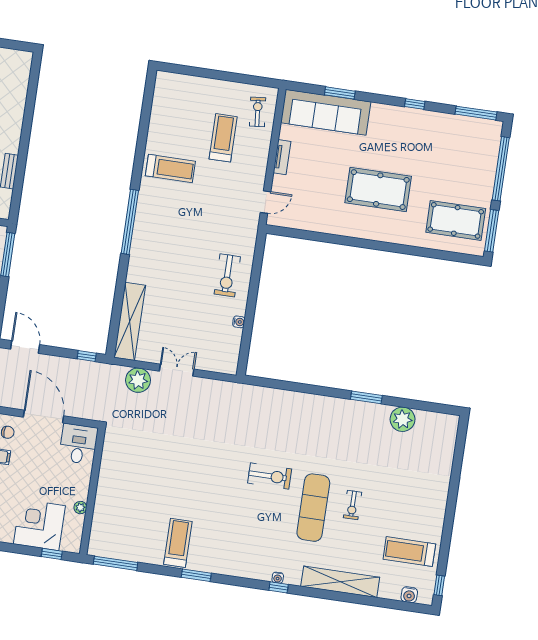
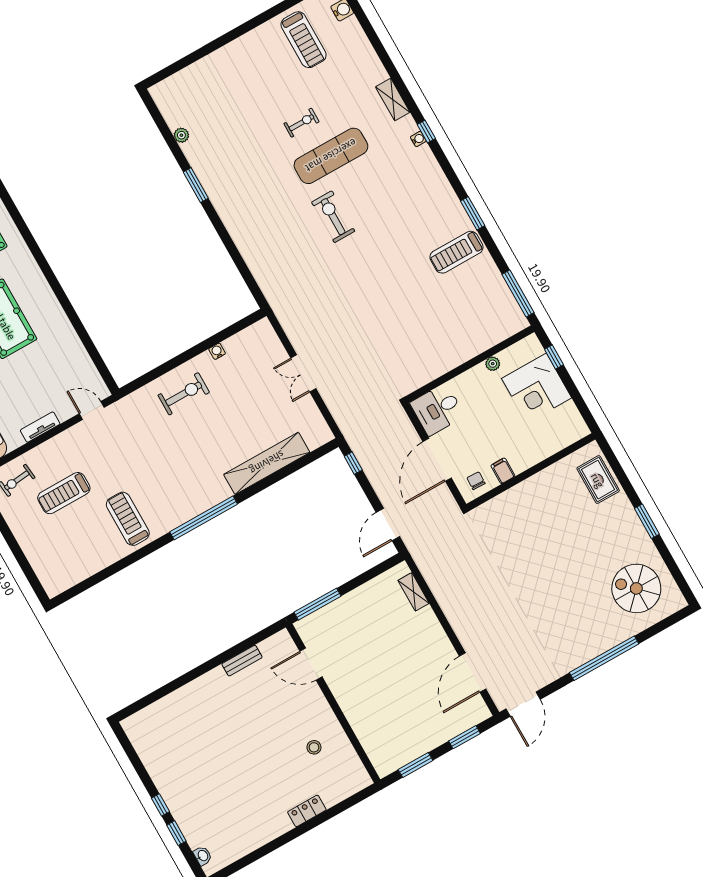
shelving: (130, 321) -> (267, 463), moved
plant: (138, 380) -> (339, 401), removed
plant: (403, 419) -> (181, 135), width x0.53, depth x0.53
shelving: (340, 582) -> (393, 99), width x0.45, depth x0.75

